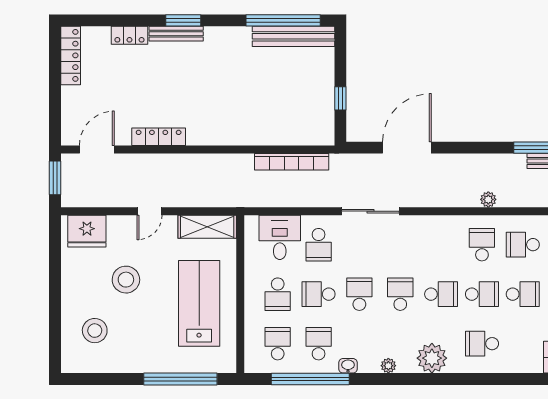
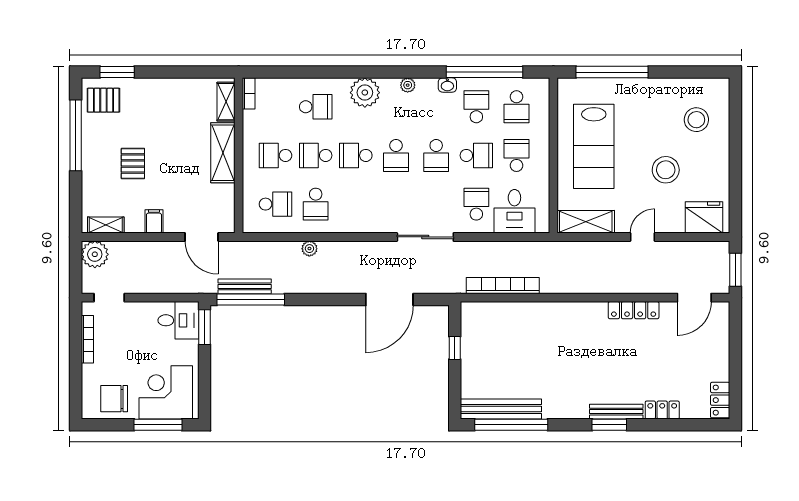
locker: (71, 55) -> (720, 400), width x0.66
school desk: (319, 344) -> (476, 107), turned 180

